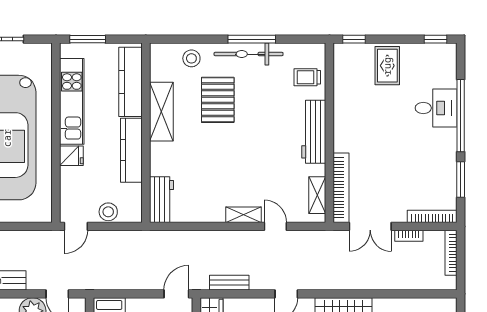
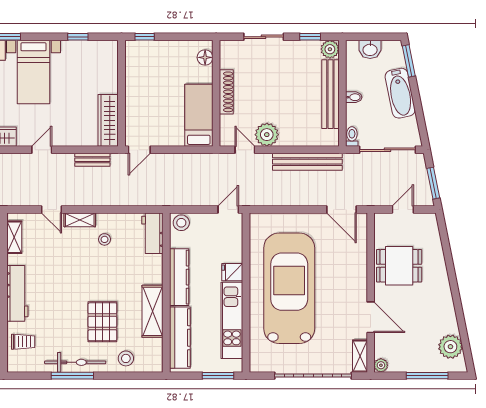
stool: (216, 193) -> (105, 239), added
stool: (108, 212) -> (181, 223), moved

